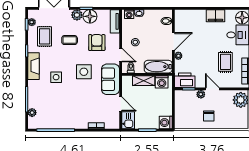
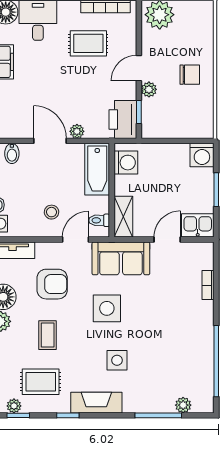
armchair: (97, 43) -> (52, 284), turned 180
shelving: (144, 81) -> (123, 217), moved

